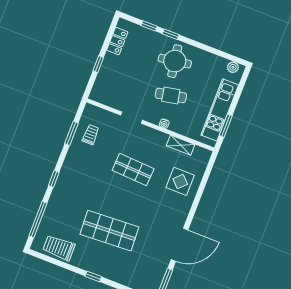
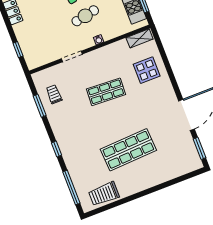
window: (98, 64) -> (18, 50), moved
shelving: (181, 145) -> (140, 38), moved
window: (93, 276) -> (146, 192), removed

